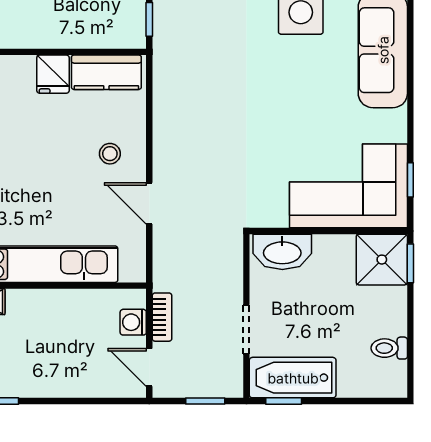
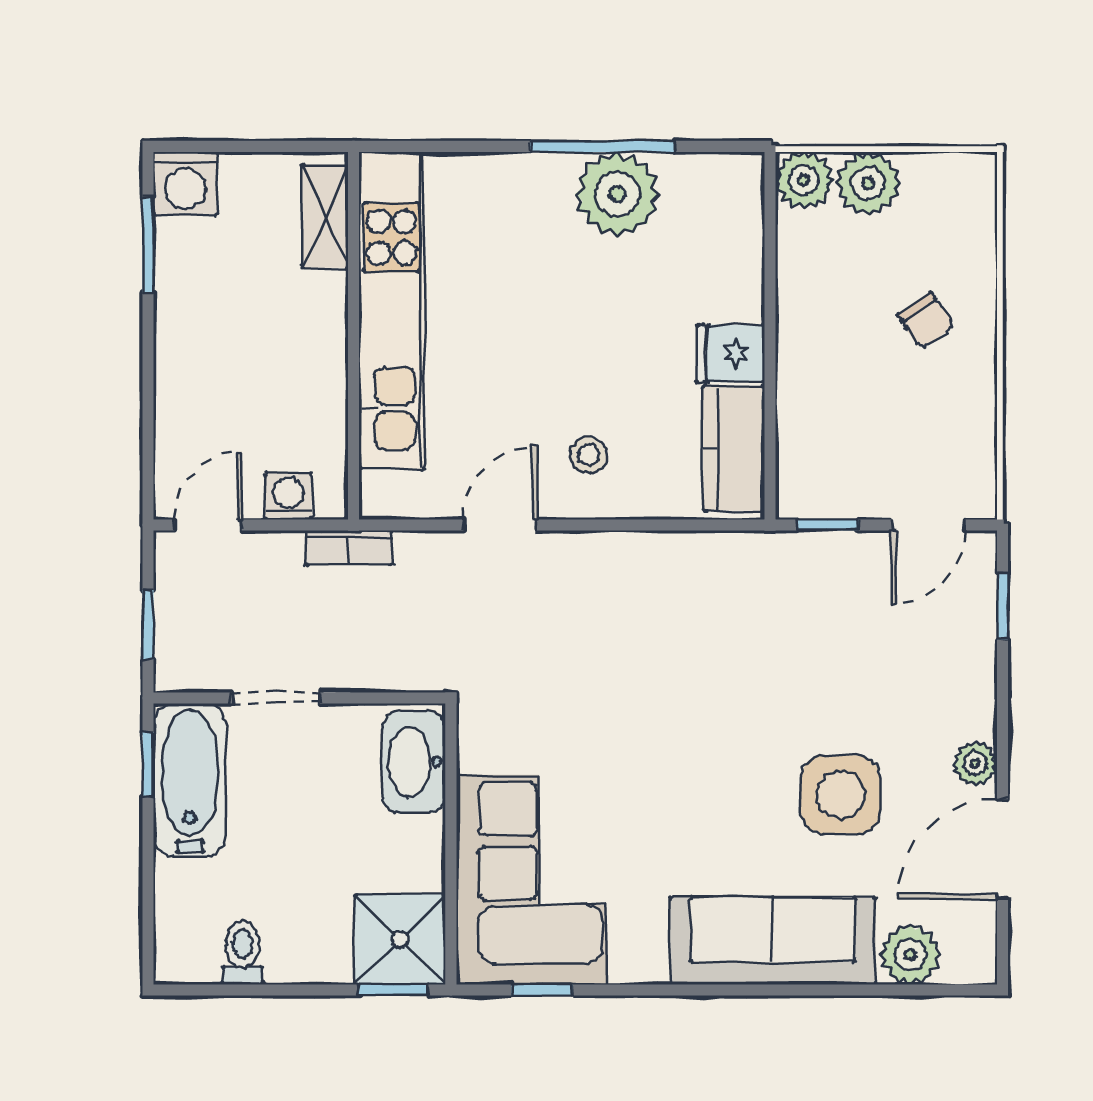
bookcase: (162, 317) -> (349, 548), moved

